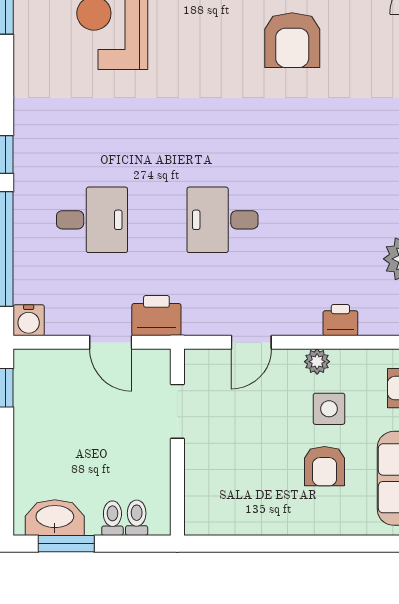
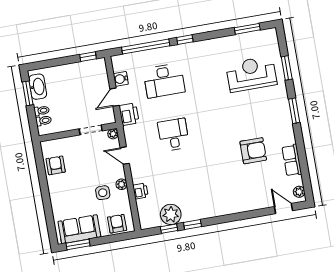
armchair: (292, 40) -> (253, 151), turned 180
desk: (92, 220) -> (164, 81), width x1.37
water cooler: (29, 320) -> (121, 79), moved
plant: (196, 361) -> (113, 134), added
armchair: (325, 466) -> (56, 165), moved, turned 90

